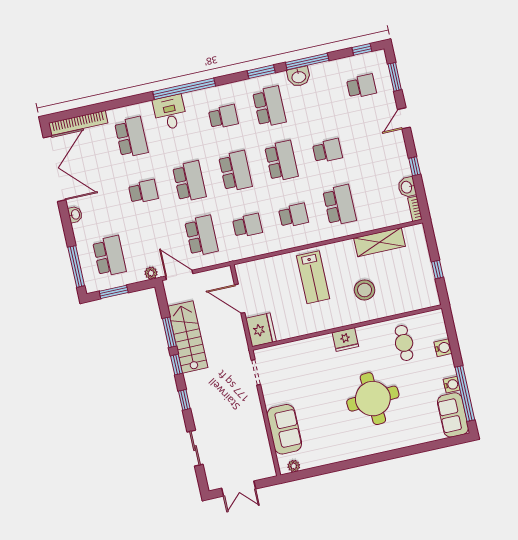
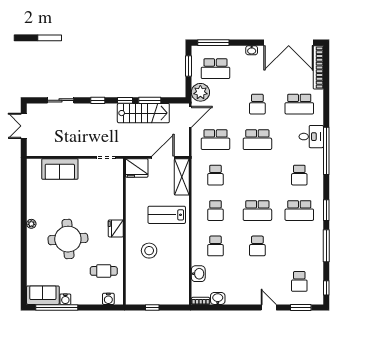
washbasin: (299, 77) -> (198, 274), moved, turned 180
window: (415, 166) -> (232, 307), removed
school desk: (235, 171) -> (257, 175), removed
school desk: (339, 205) -> (215, 246), width x0.54
shelving: (379, 242) -> (182, 177), moved
plant: (151, 273) -> (200, 92), width x1.88, depth x1.88
water cooler: (443, 348) -> (108, 299), moved
plant: (294, 466) -> (31, 224), moved

